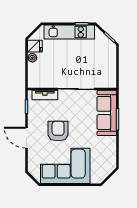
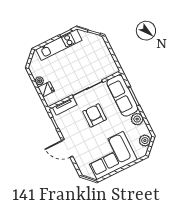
fridge: (35, 46) -> (46, 89), moved
armchair: (58, 131) -> (95, 115), moved
plant: (110, 143) -> (137, 119), added
plant: (107, 168) -> (145, 141), added

